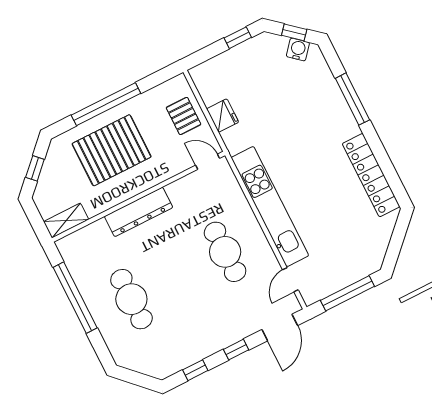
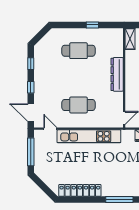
window: (75, 298) -> (92, 25), width x0.32

